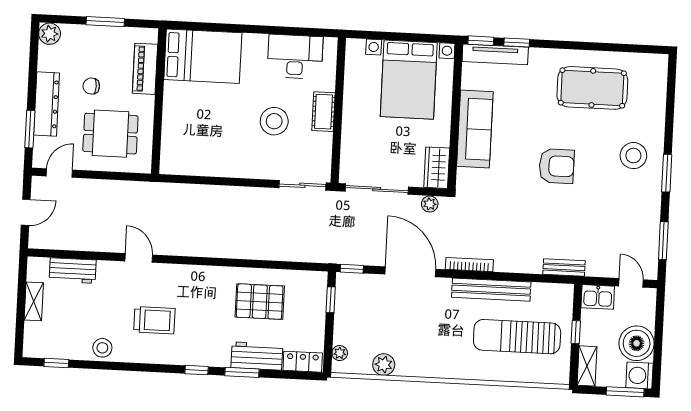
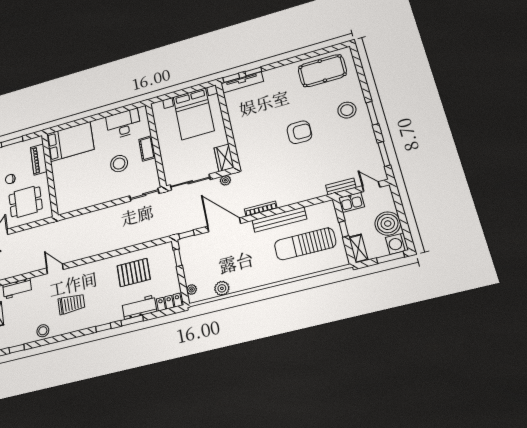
pool table: (592, 88) -> (322, 71), moved
sofa: (475, 129) -> (242, 128), removed
bench: (564, 268) -> (341, 186), moved

